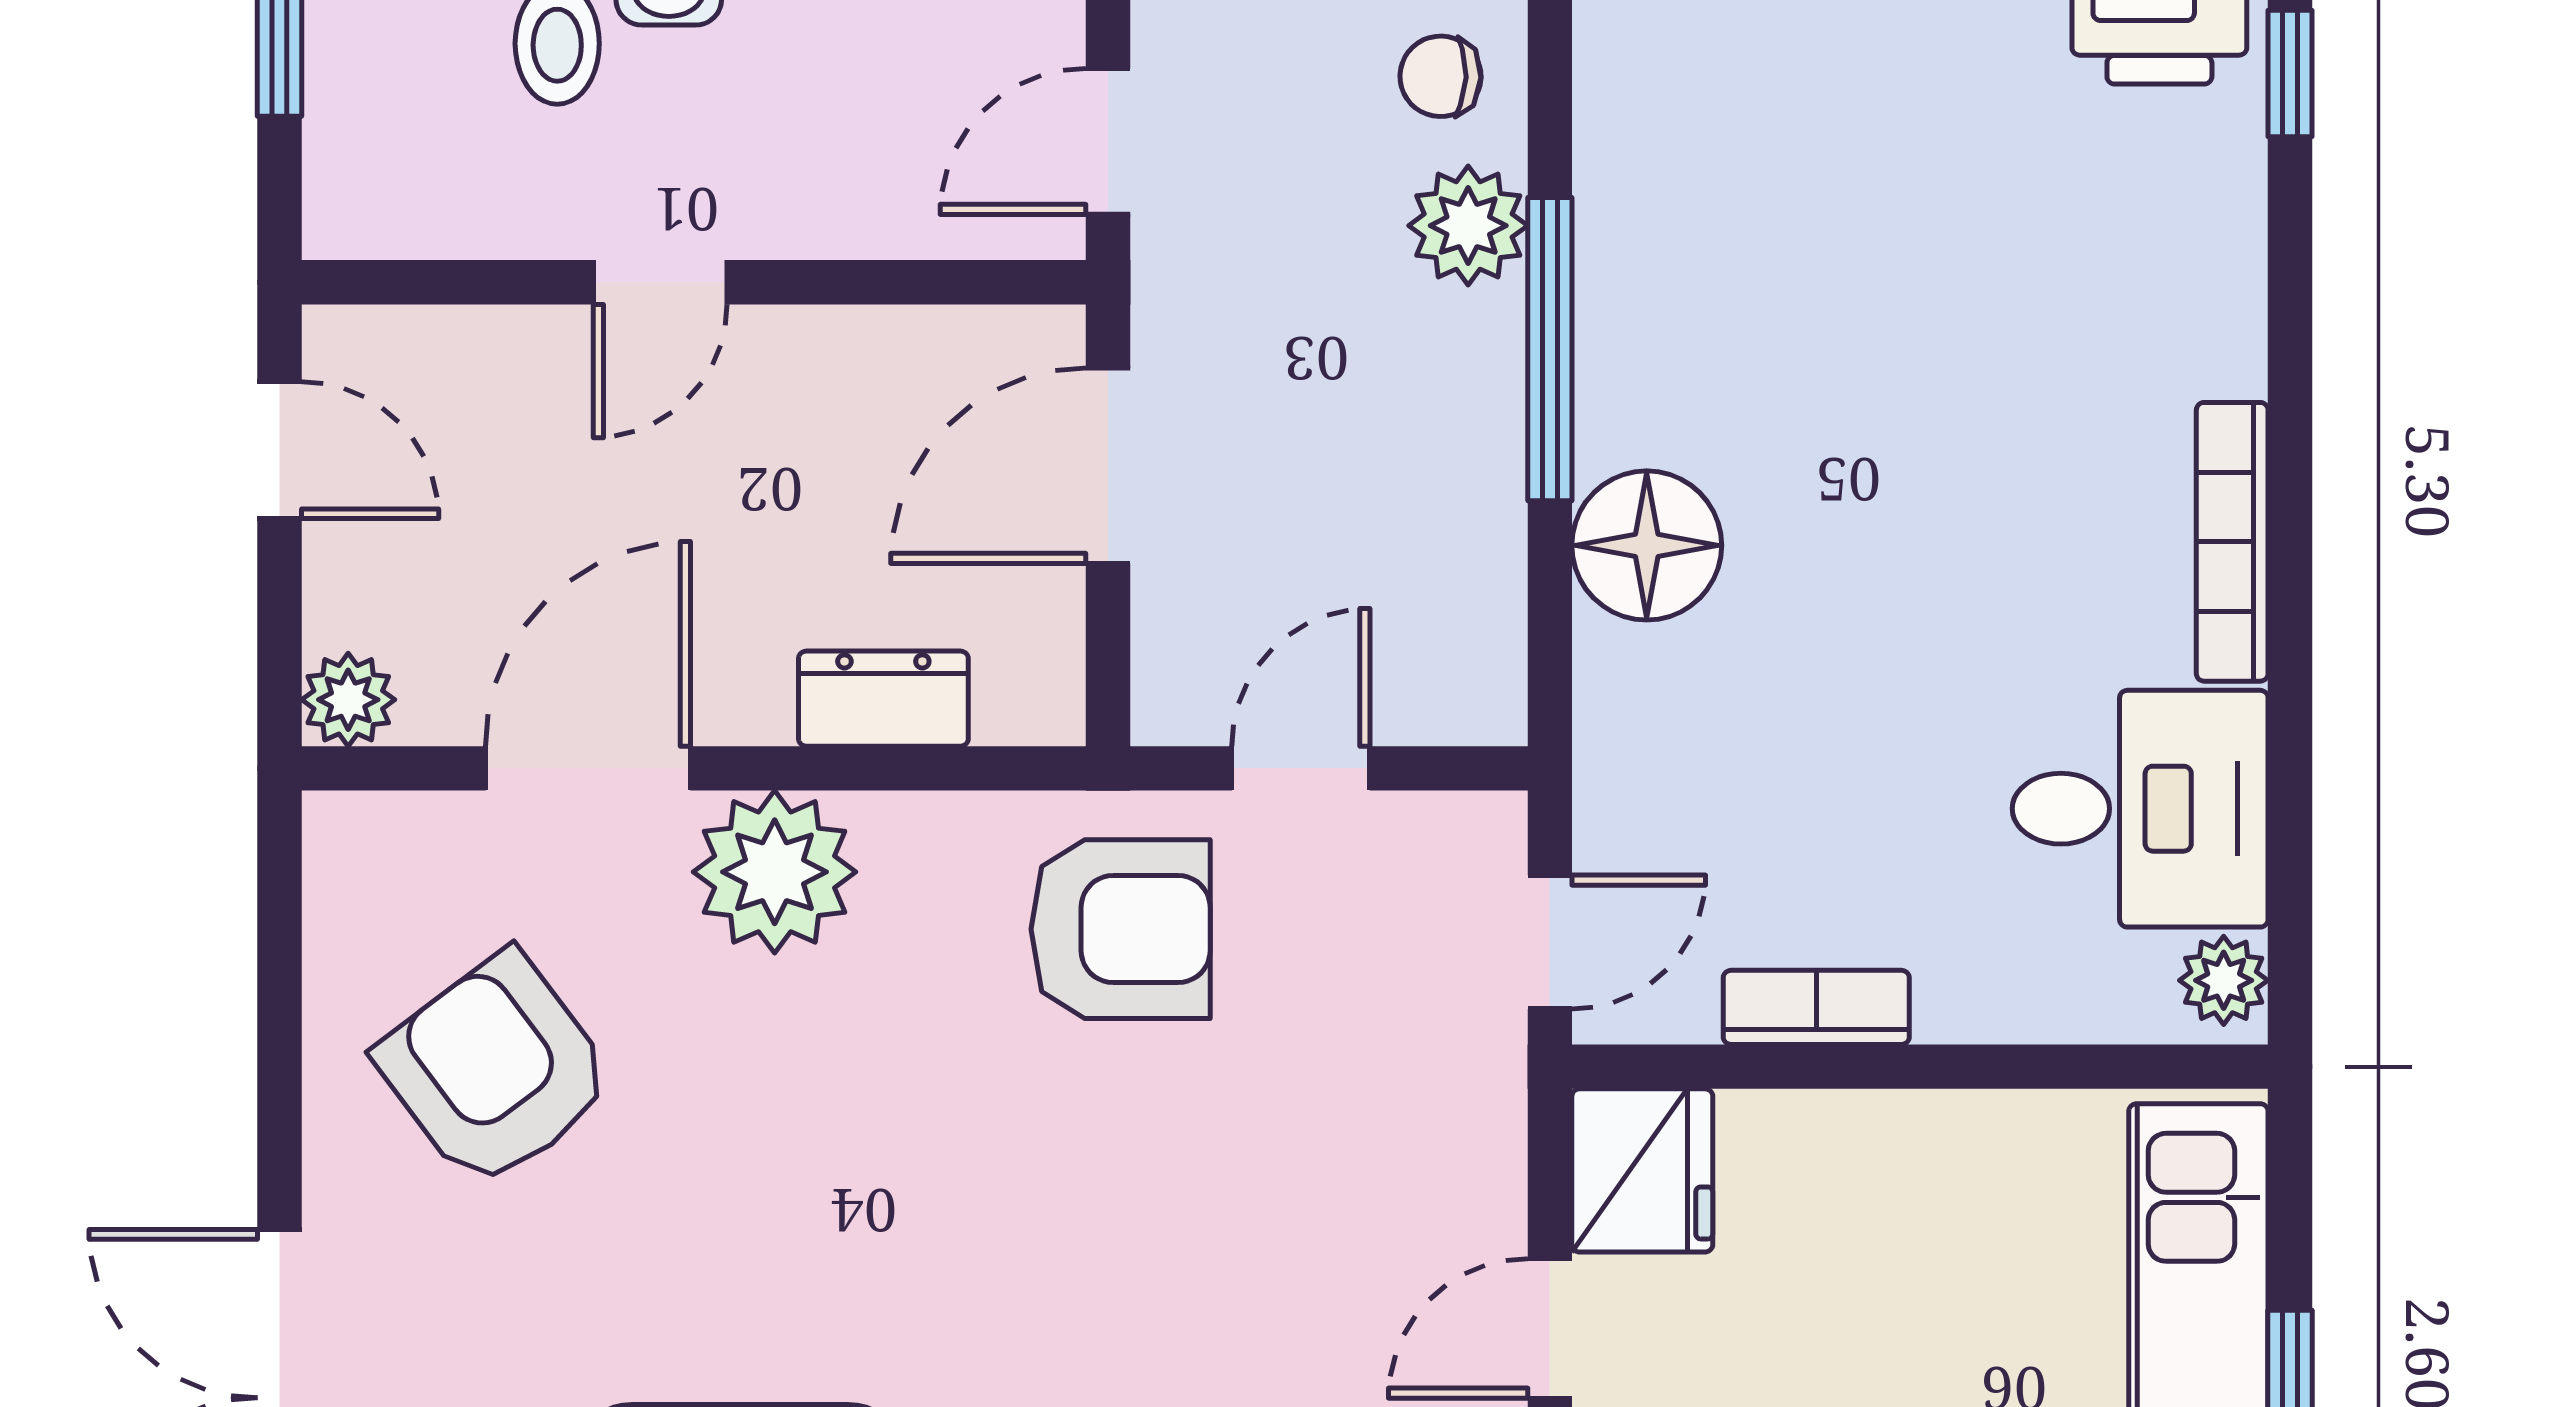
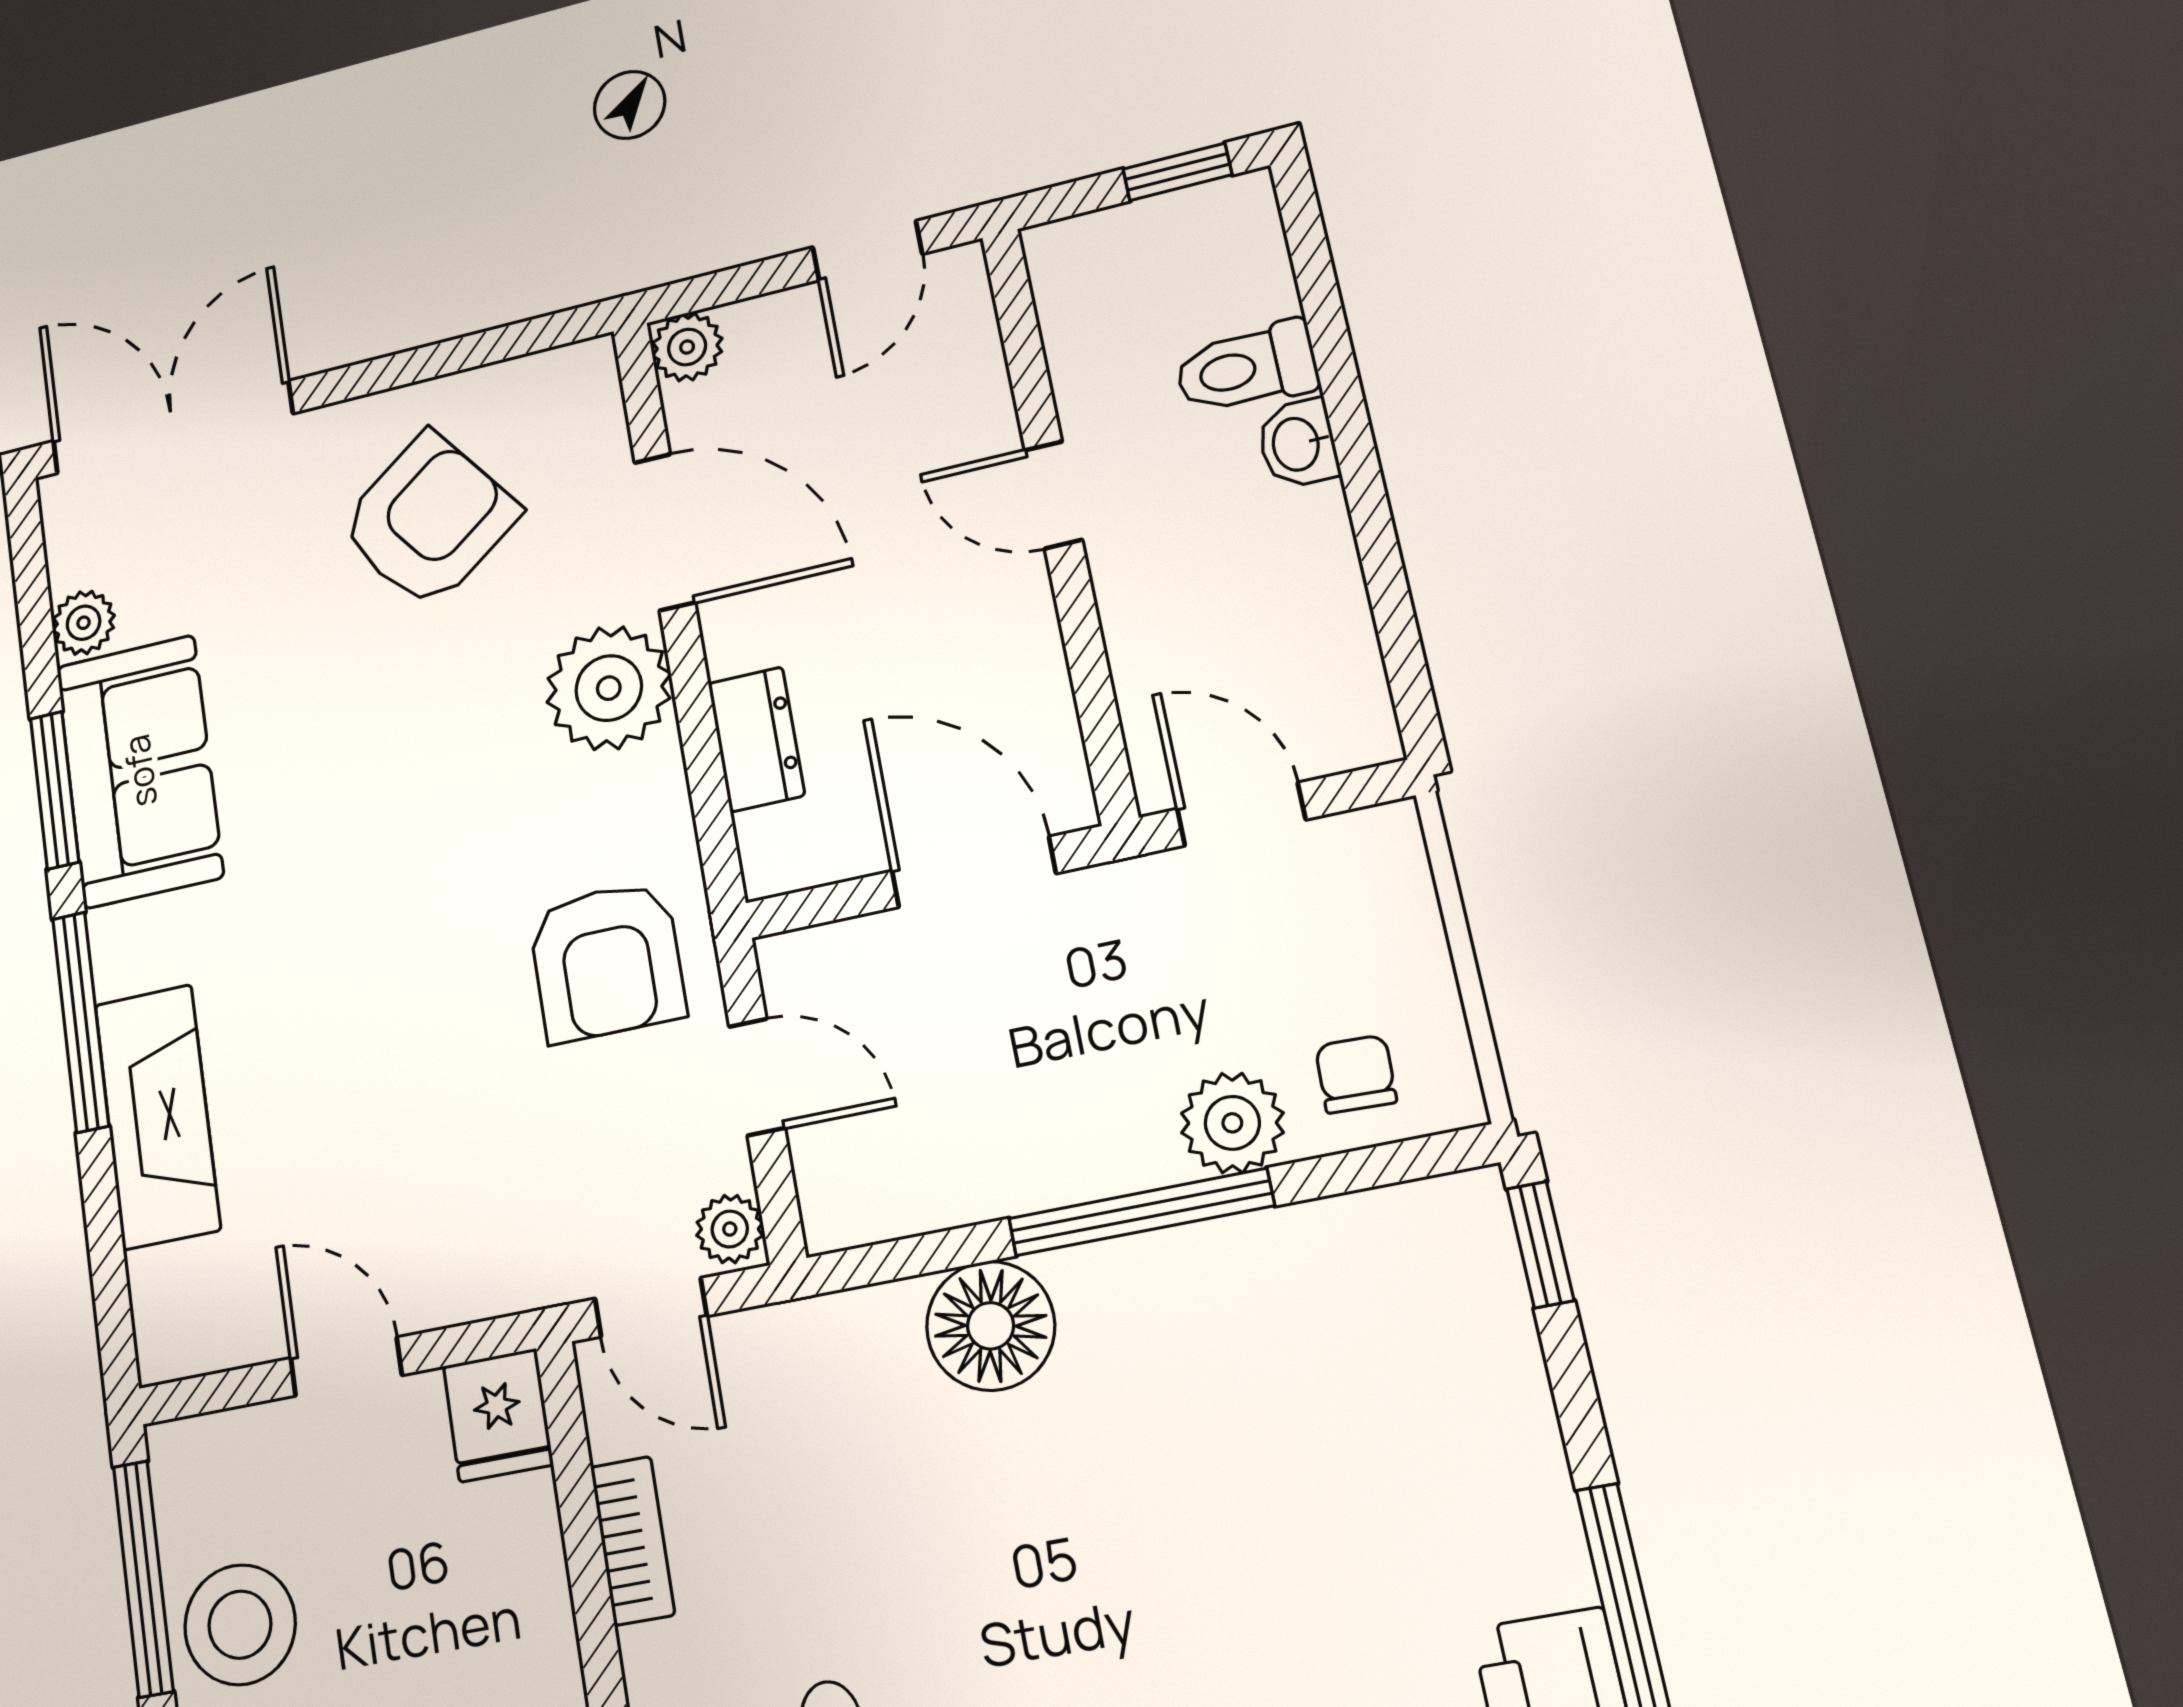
plant: (1476, 832) -> (730, 1229), added
fridge: (1642, 1170) -> (498, 1415), width x0.72

